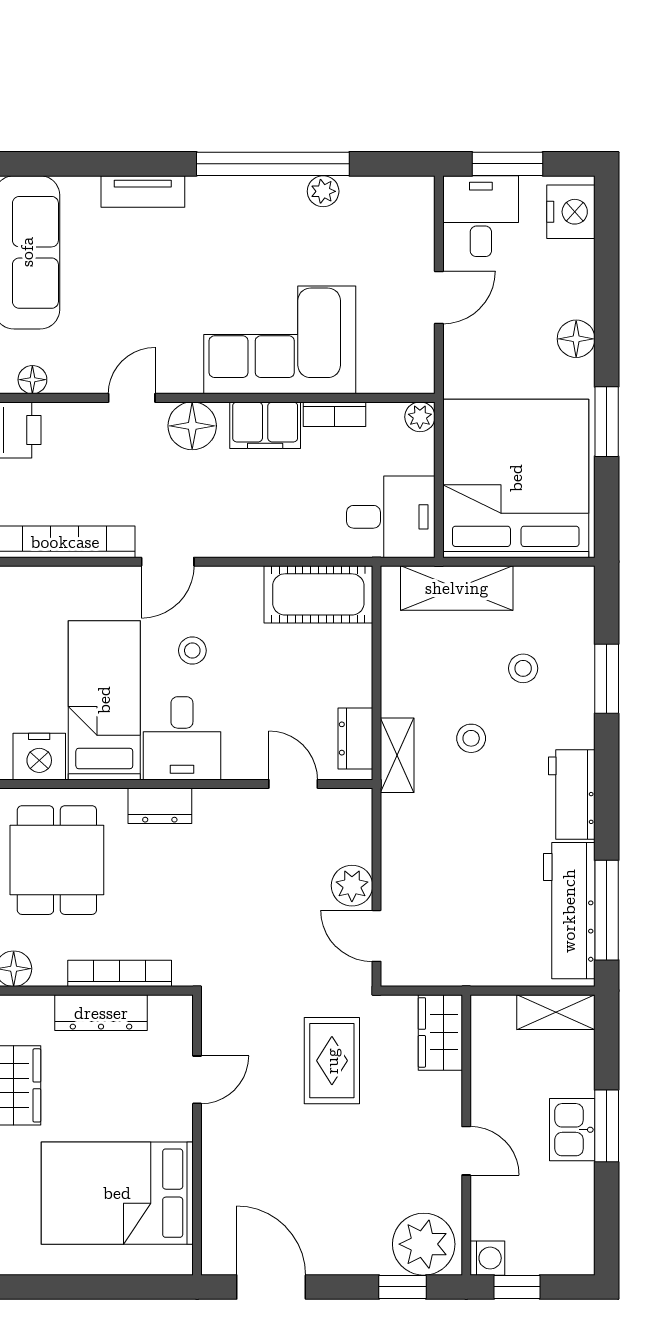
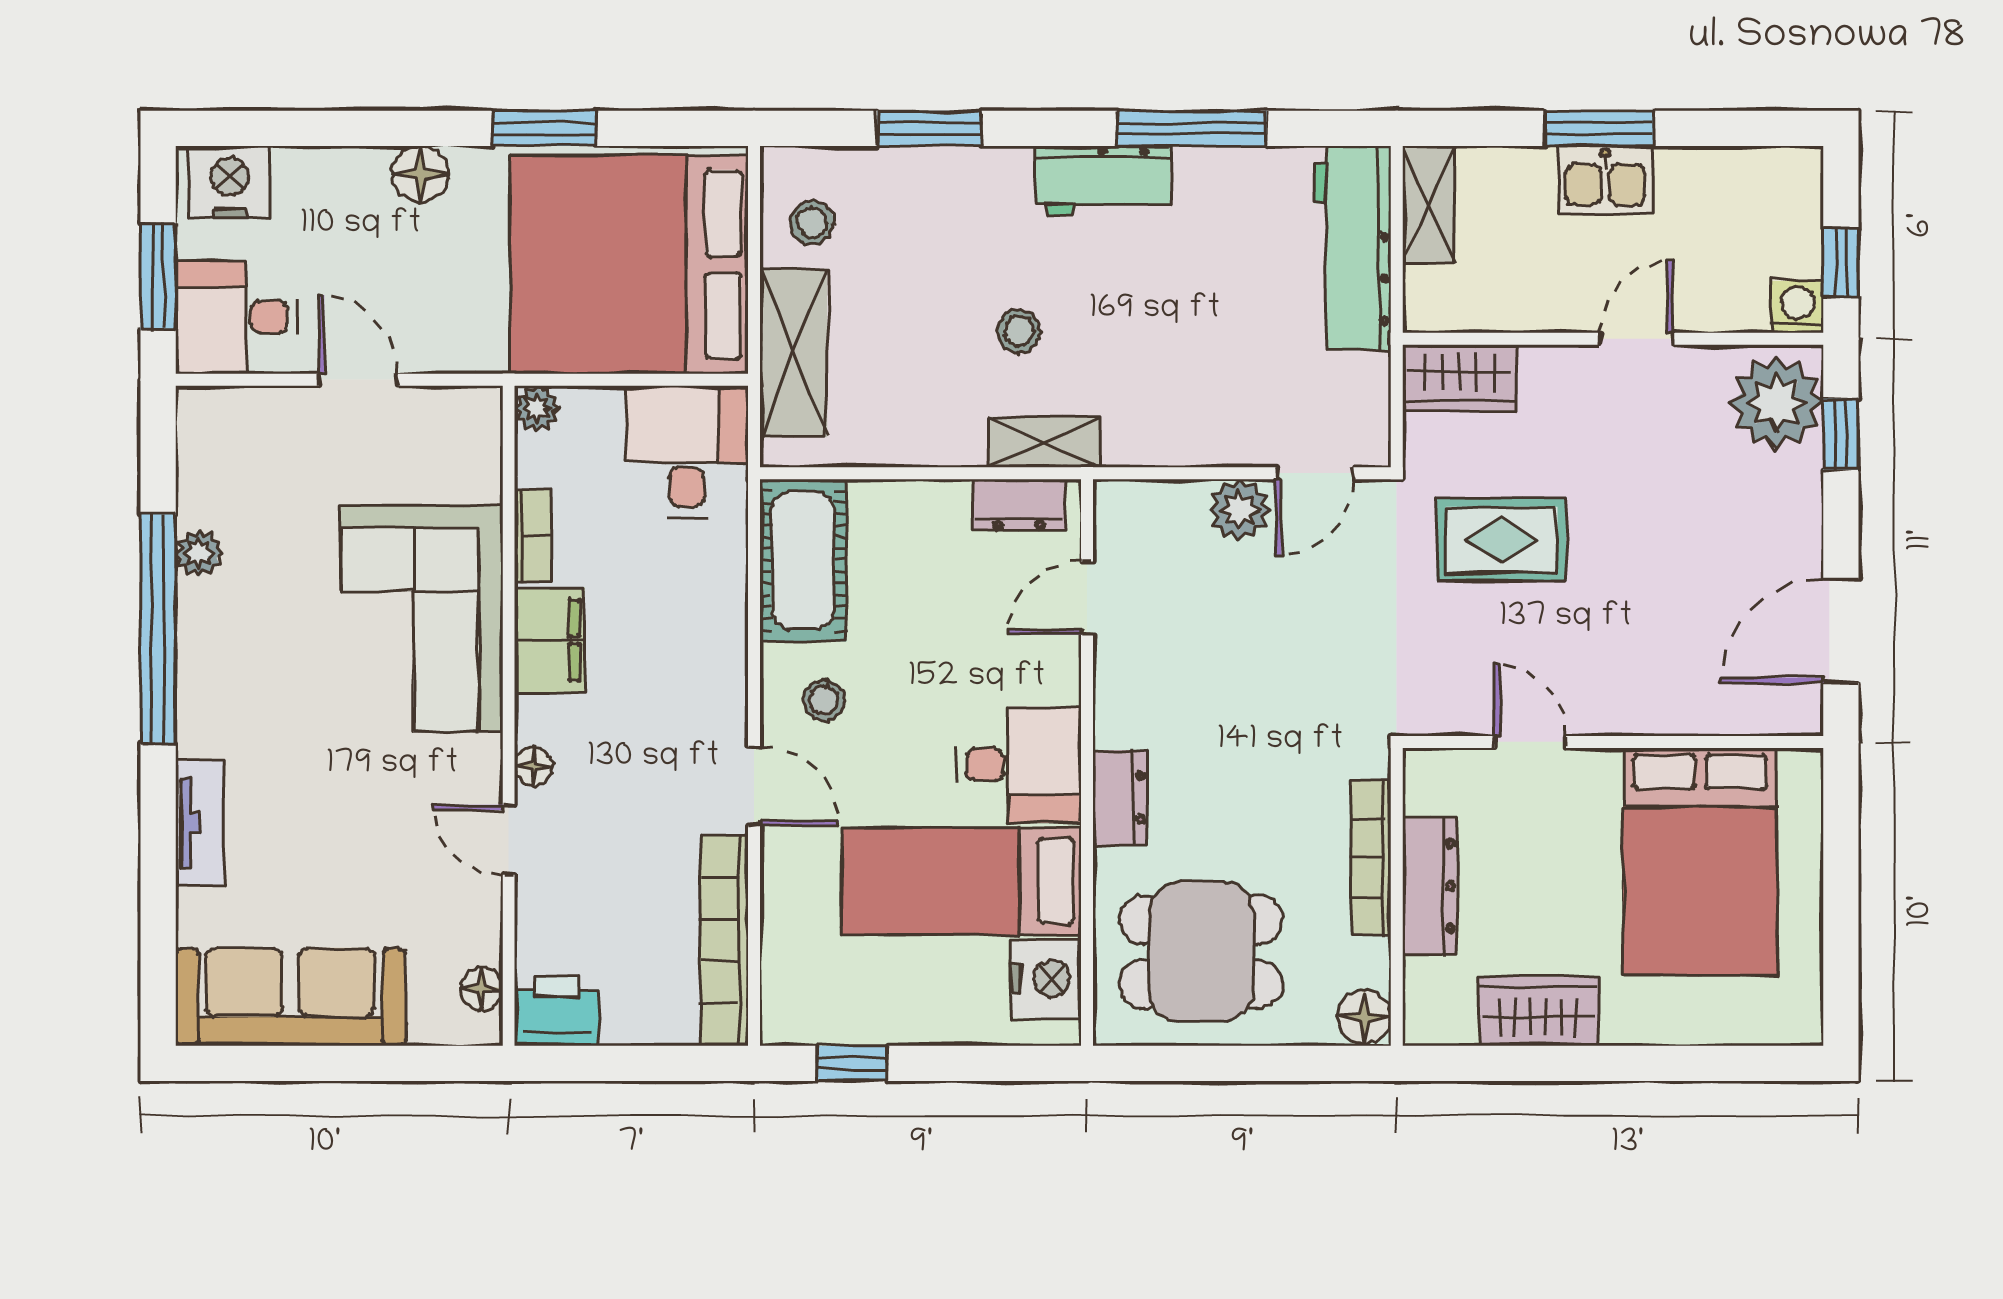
floor lamp: (192, 426) -> (534, 766), width x0.53, depth x0.53
stool: (192, 651) -> (824, 700), moved
stool: (523, 668) -> (812, 223), moved
window: (607, 910) -> (1192, 128), moved
workbench: (569, 911) -> (1353, 248), moved, turned 90

